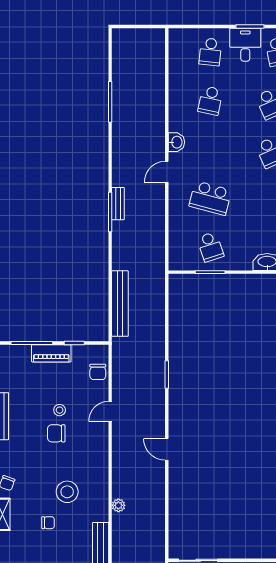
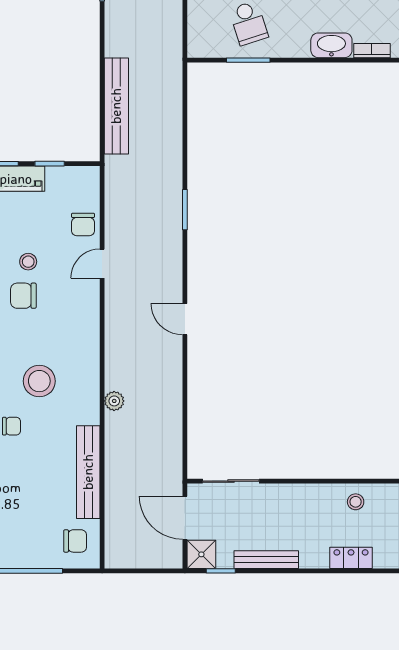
chair: (98, 372) -> (83, 225), moved

